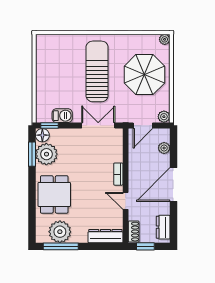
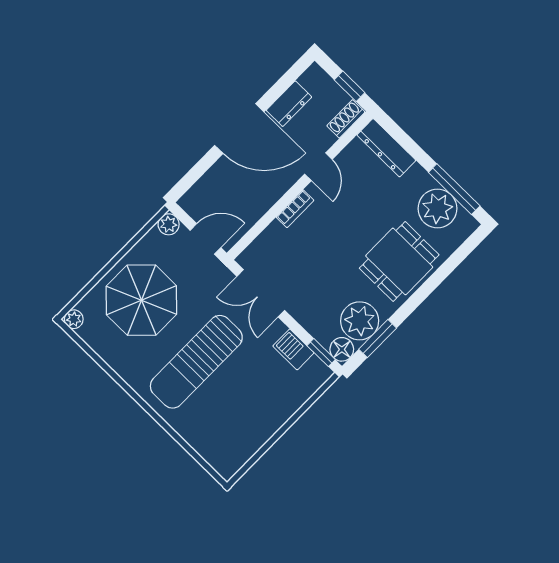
plant: (164, 148) -> (207, 185), removed
dresser: (163, 227) -> (289, 104), moved

